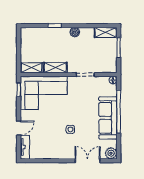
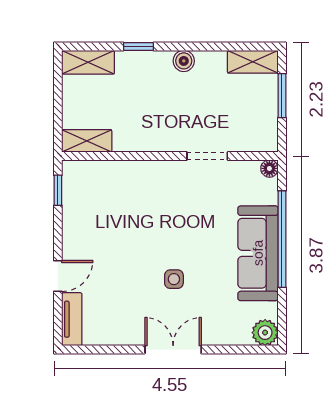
shelving: (55, 67) -> (88, 62), moved
corner sofa: (44, 93) -> (114, 197), removed
double door: (88, 161) -> (173, 349), moved

